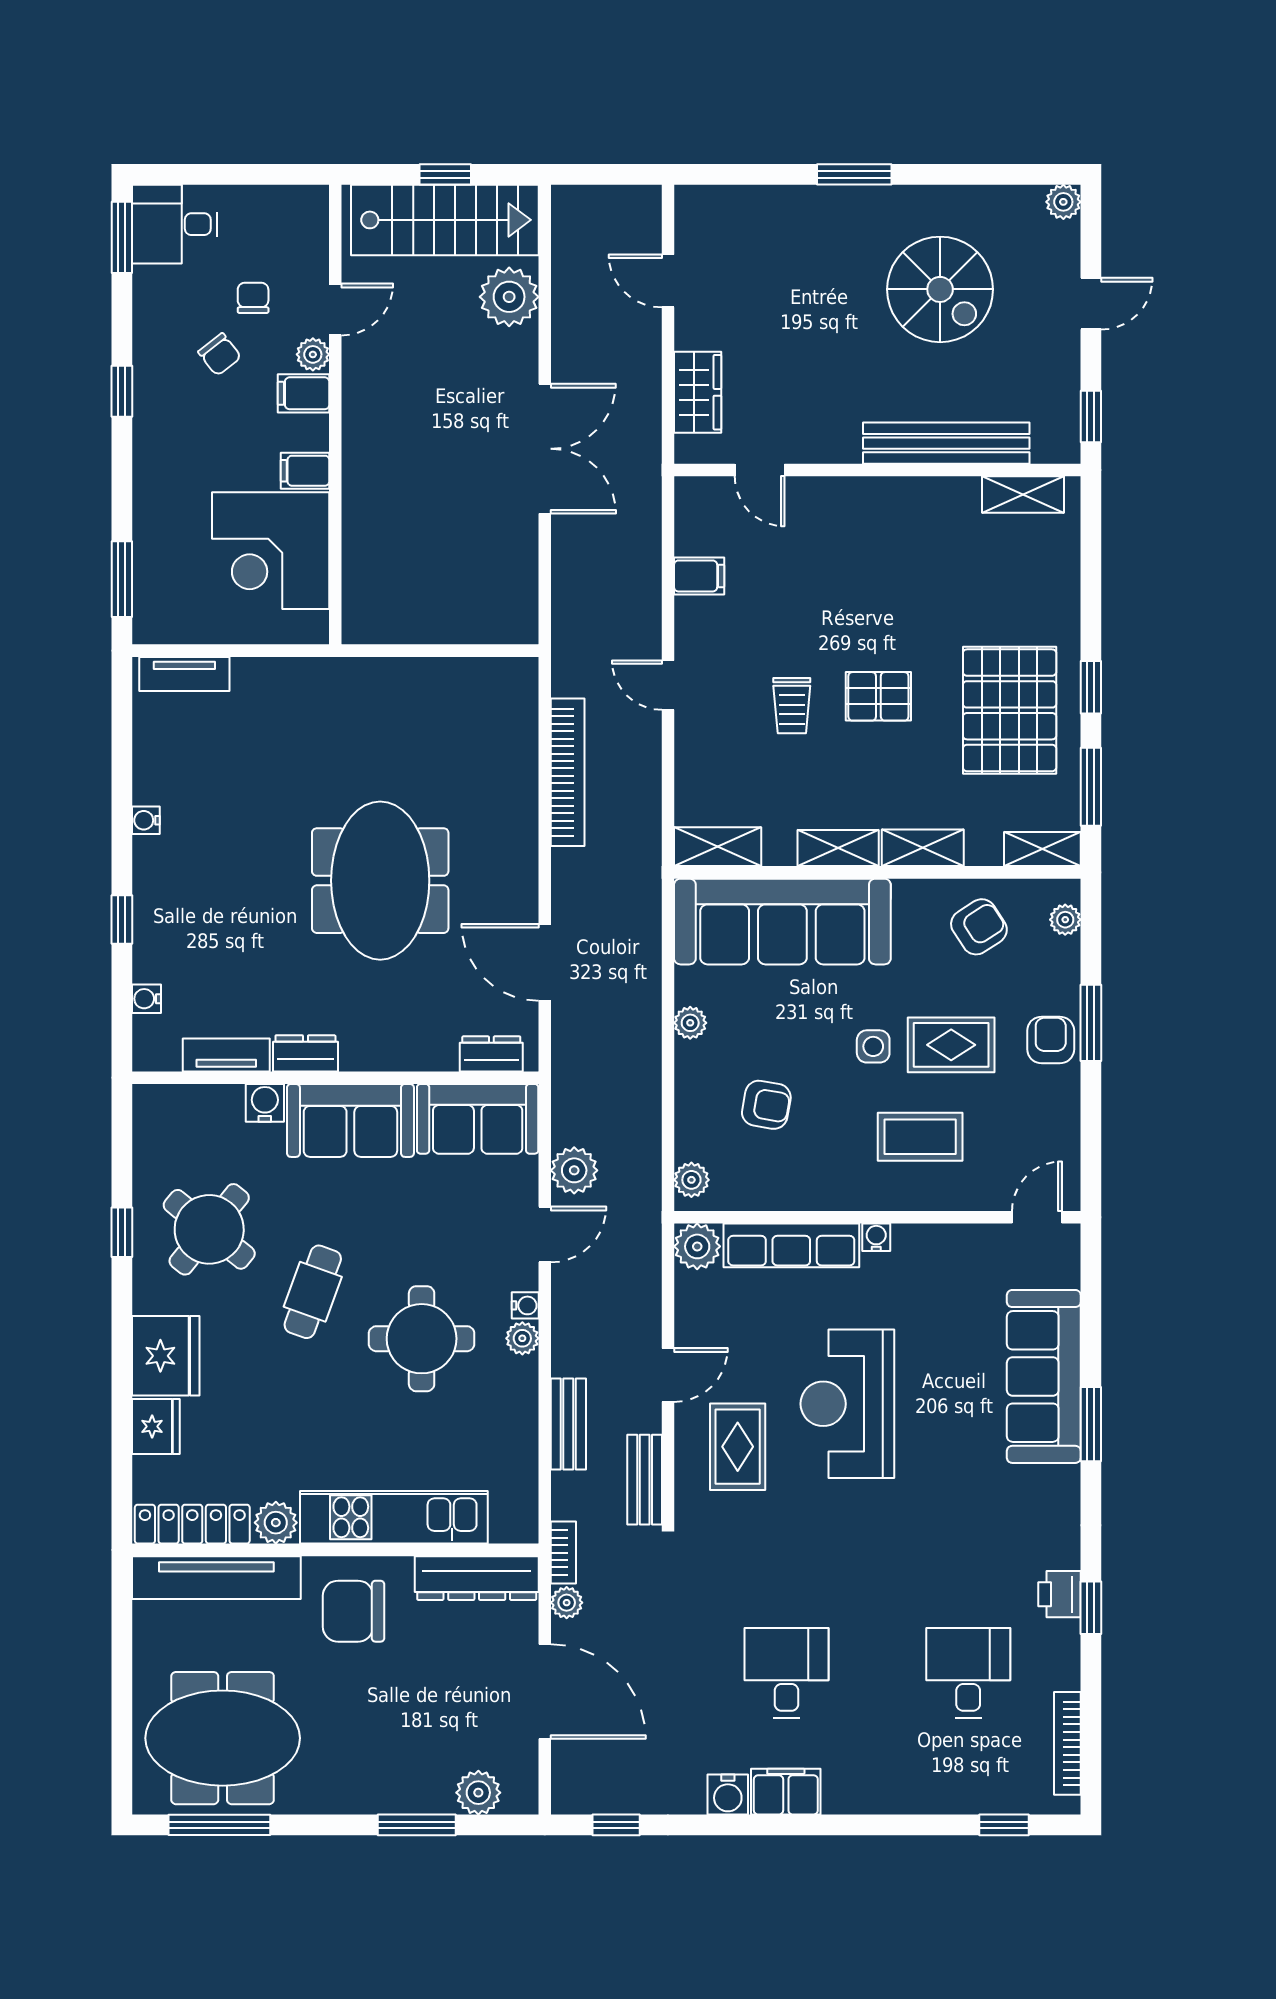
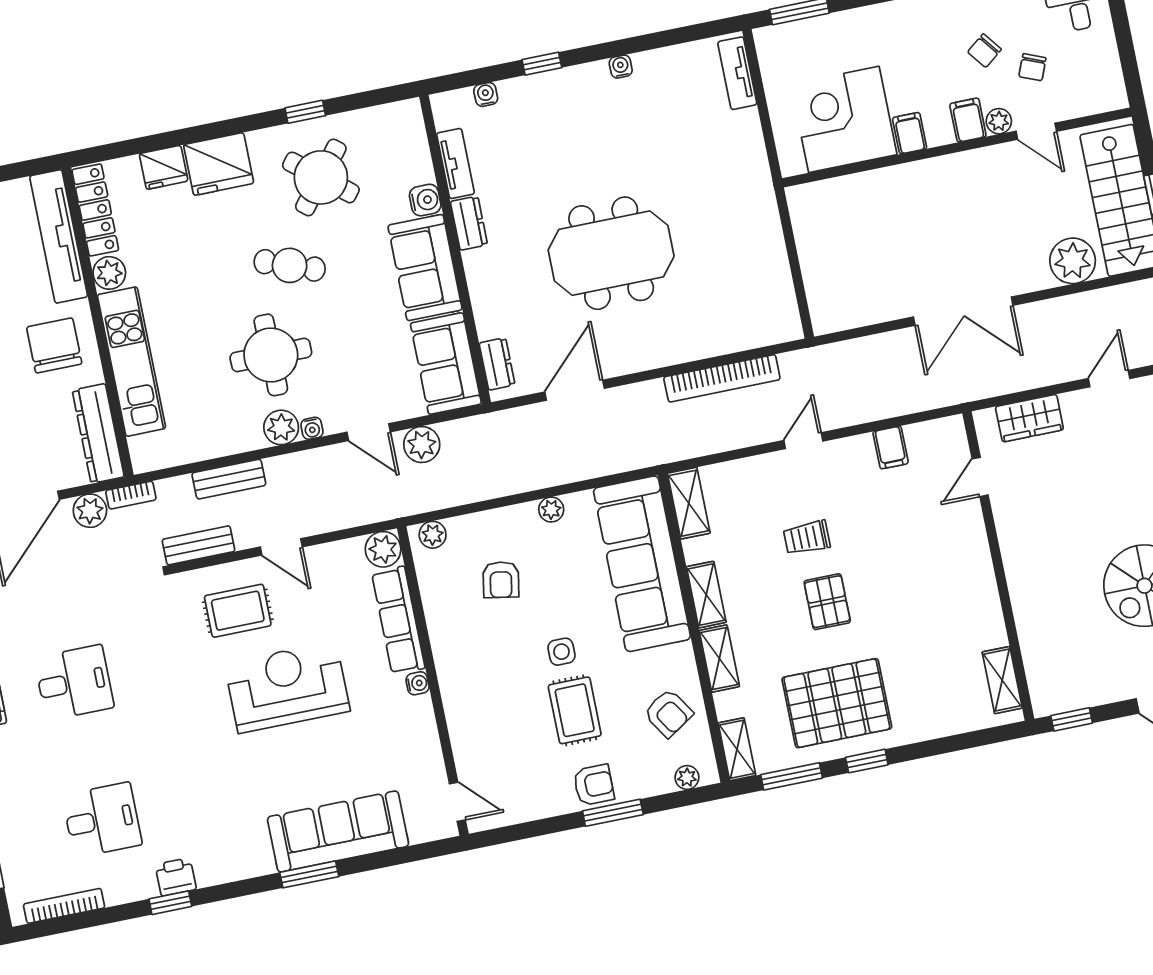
chair: (253, 298) -> (1032, 67), turned 112
bench: (946, 443) -> (1029, 614), removed
coffee table: (920, 1137) -> (500, 701), removed
plant: (522, 1338) -> (281, 427), width x1.38, depth x1.38
plant: (567, 1603) -> (90, 511), width x1.38, depth x1.38

